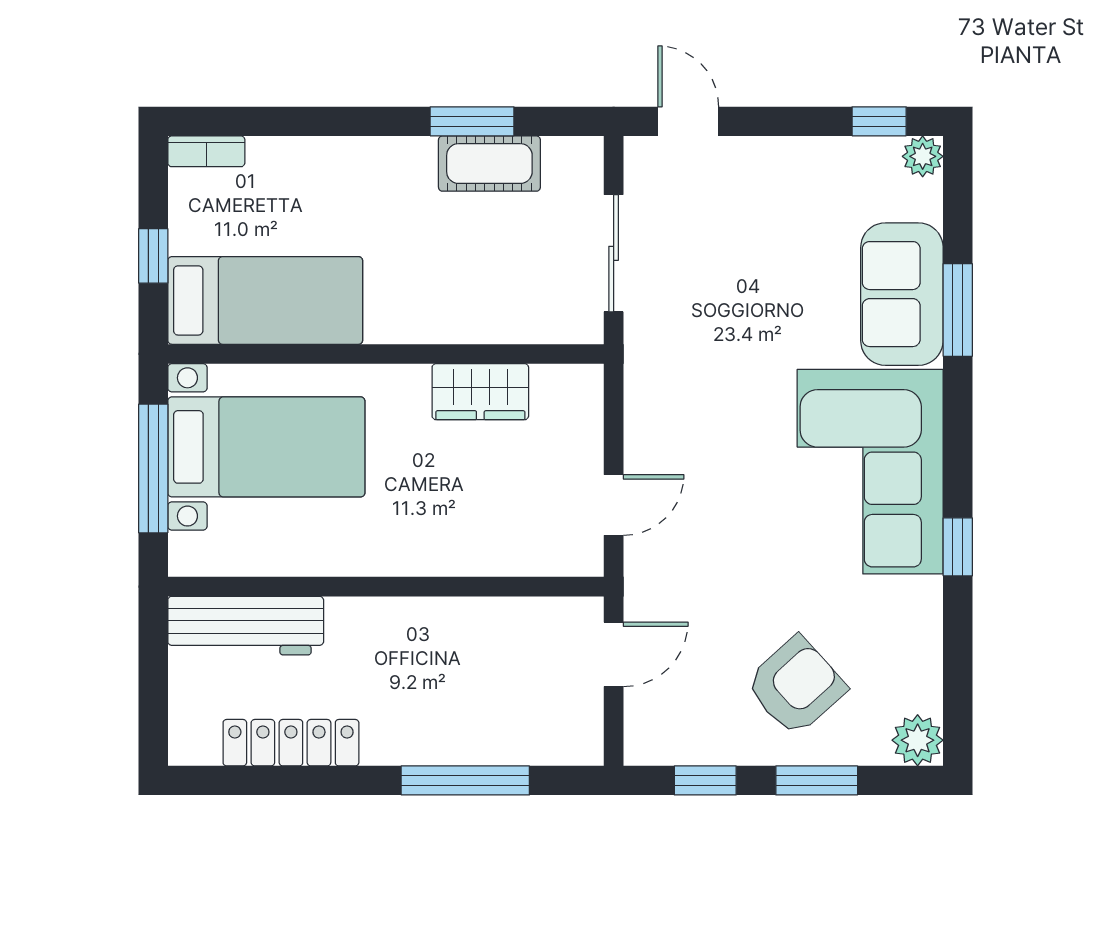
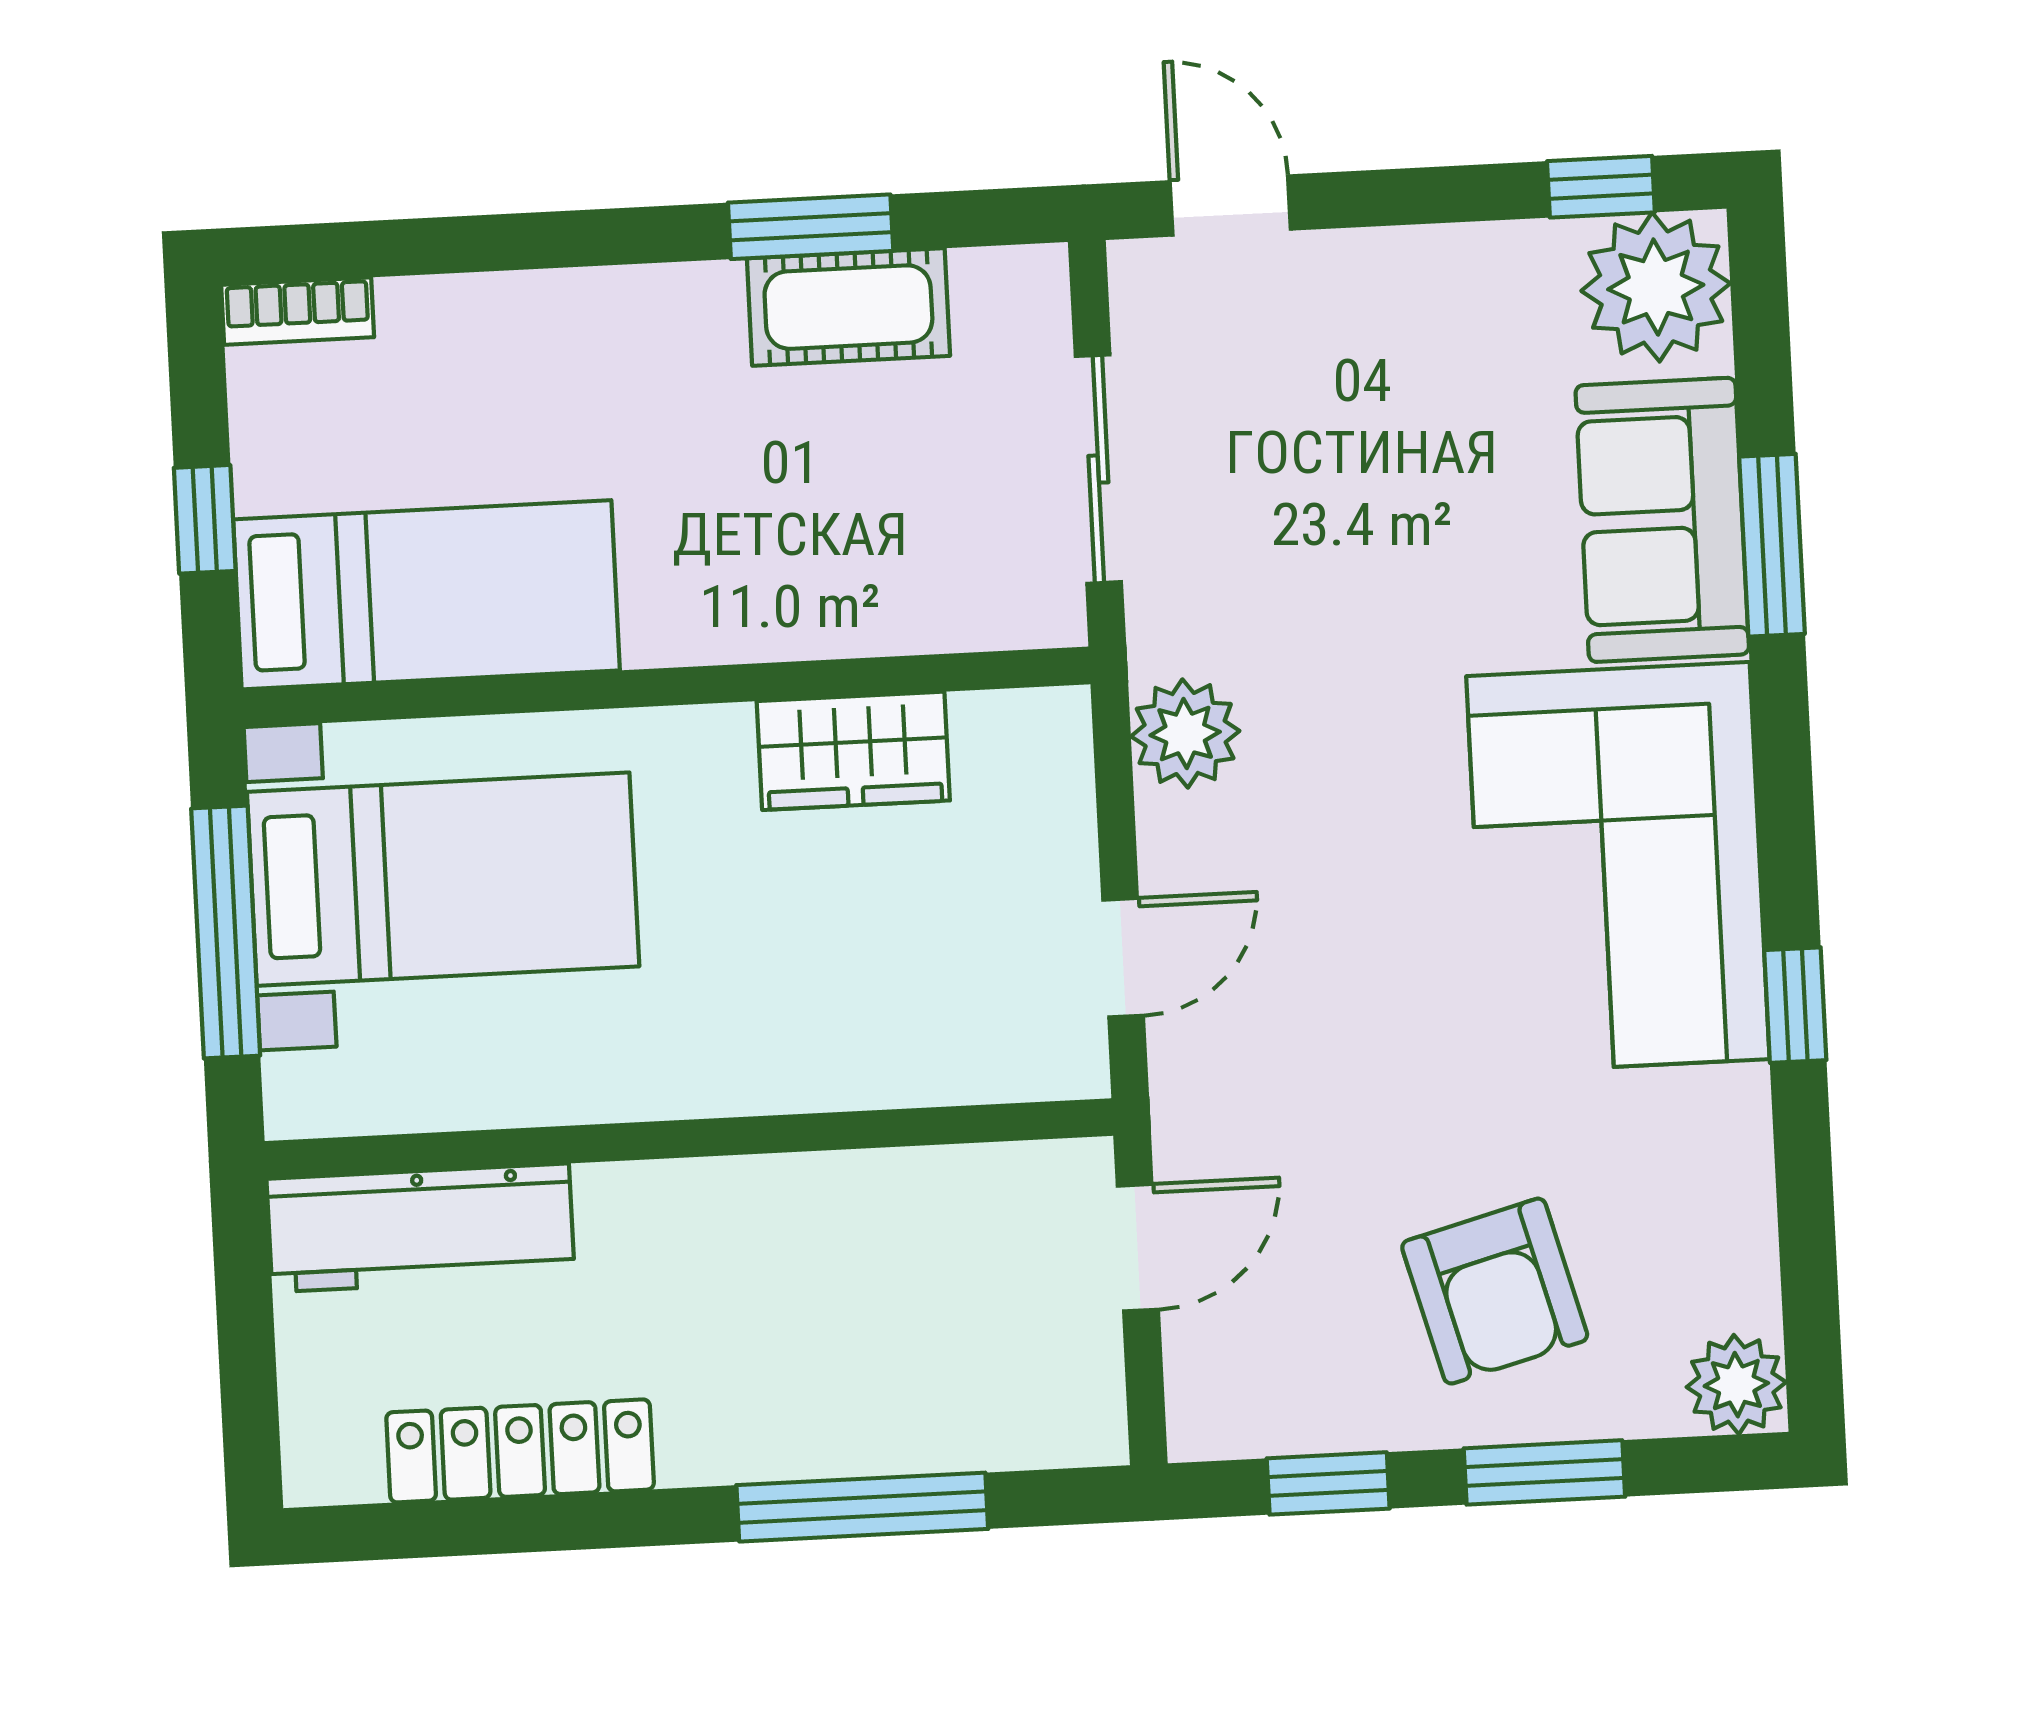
plant: (923, 156) -> (1656, 287), width x1.88, depth x1.88
plant: (651, 391) -> (1185, 734), added
armchair: (796, 686) -> (1495, 1291), turned 117

